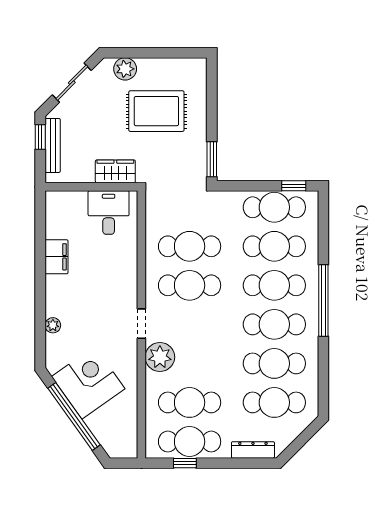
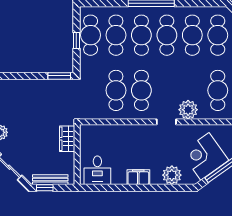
rug: (156, 111) -> (28, 112), removed
window: (294, 186) -> (76, 40), moved
desk: (109, 212) -> (97, 170), moved, turned -90
filing cabinet: (57, 257) -> (138, 177), moved
plant: (53, 325) -> (172, 175), width x1.88, depth x1.88

